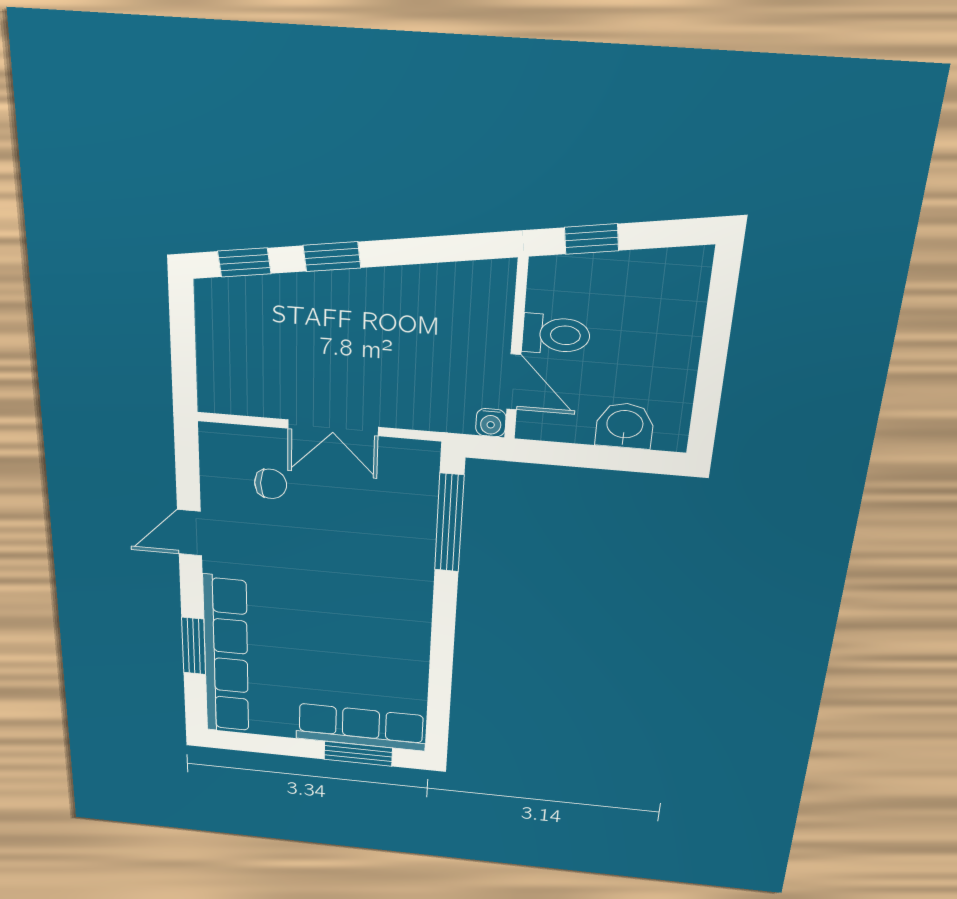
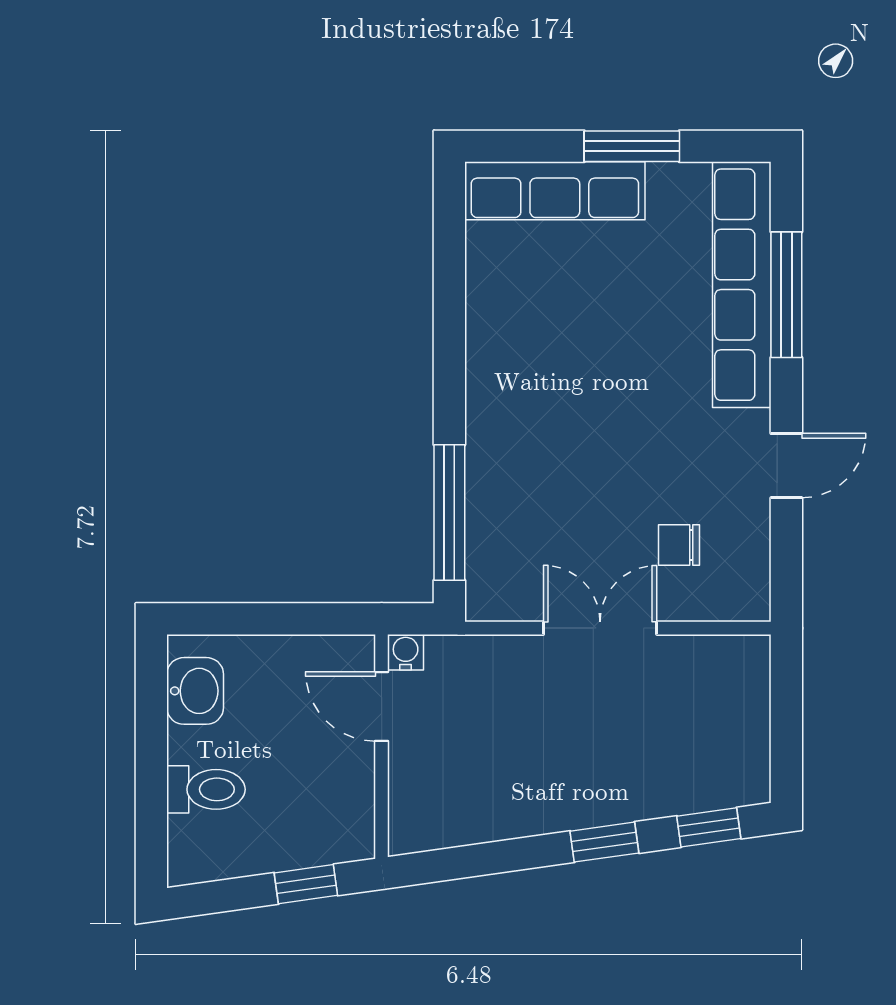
toilet: (556, 335) -> (206, 789), moved, turned 180
washbasin: (625, 425) -> (195, 691), moved, turned -90
window: (194, 646) -> (786, 295), width x1.44
window: (358, 754) -> (632, 146), moved

